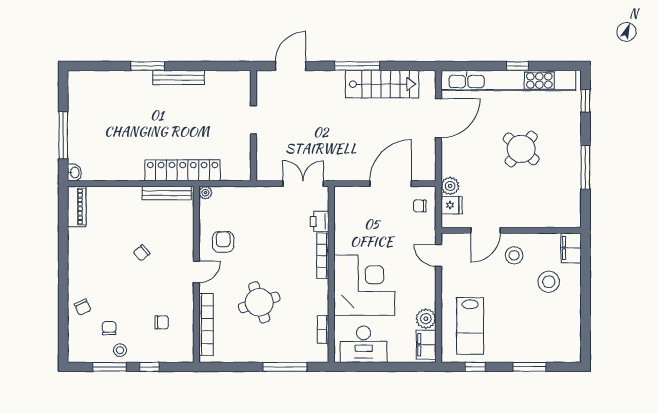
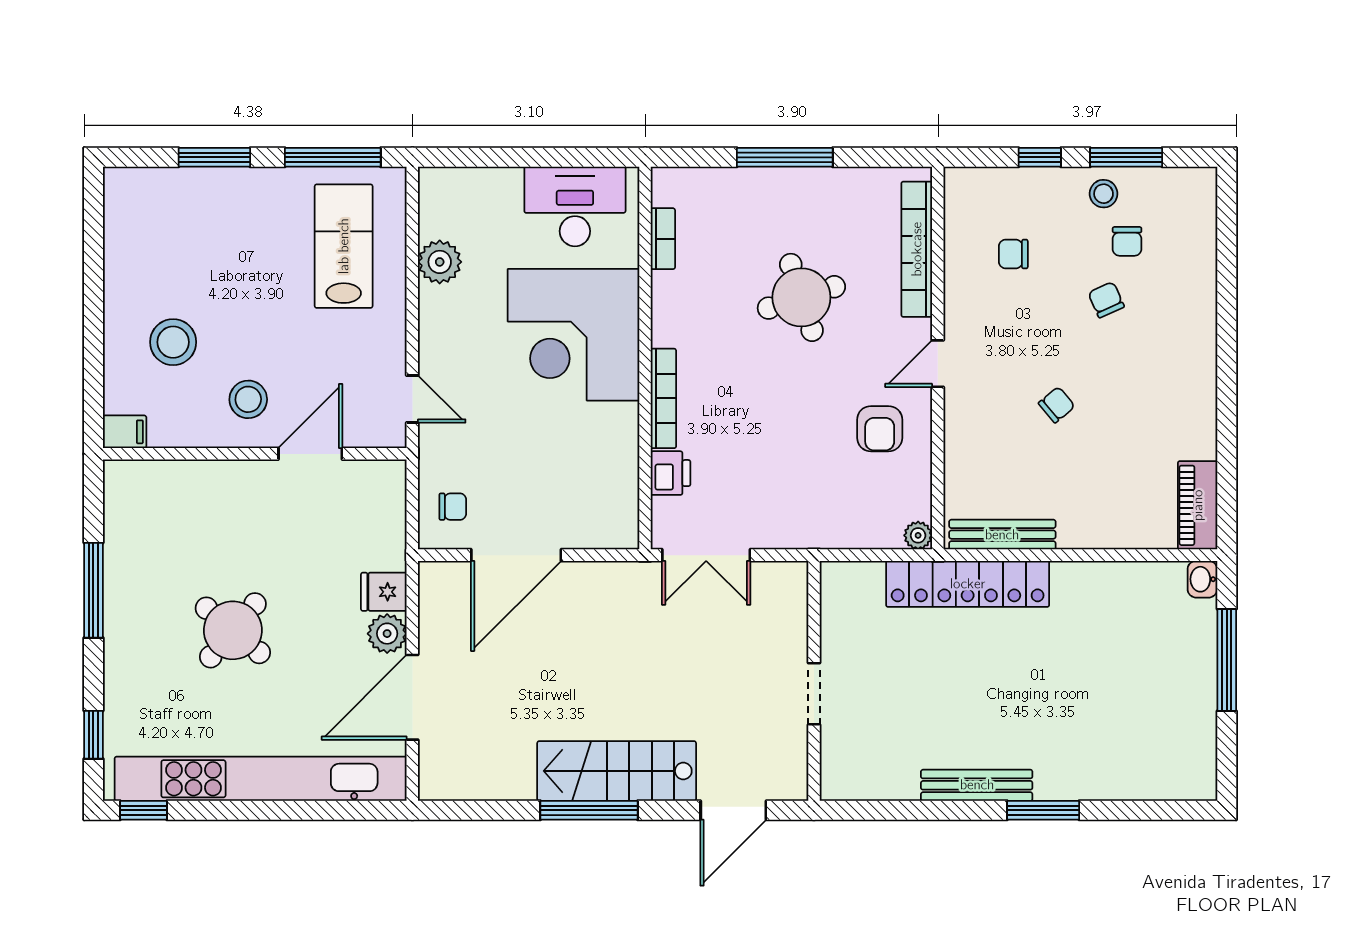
window: (518, 66) -> (144, 810), moved
stairs: (382, 84) -> (617, 771), moved
plant: (450, 186) -> (387, 634), moved
fridge: (452, 205) -> (384, 592), moved
filing cabinet: (571, 248) -> (125, 432), width x0.50
chair: (83, 307) -> (1106, 300), moved
filing cabinet: (426, 345) -> (439, 205), removed
window: (285, 367) -> (785, 157), moved
window: (475, 367) -> (333, 157), width x2.17

